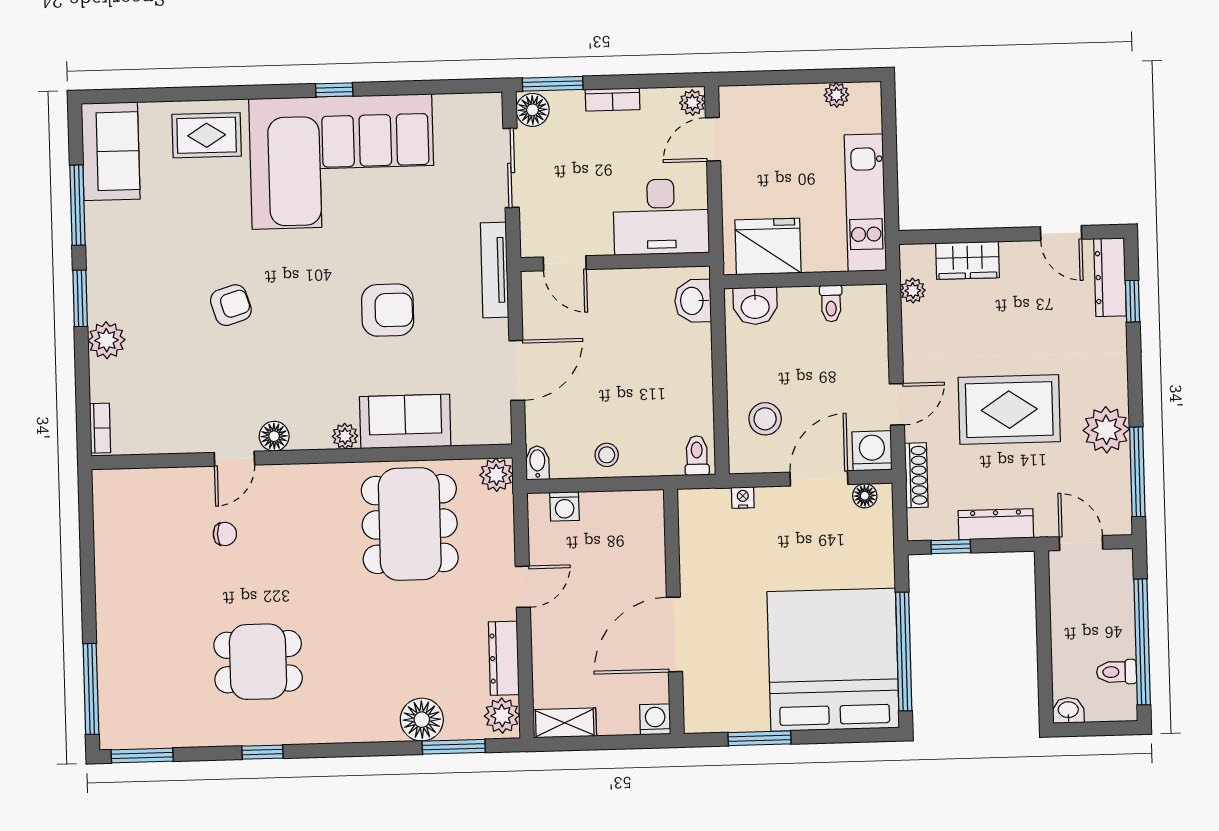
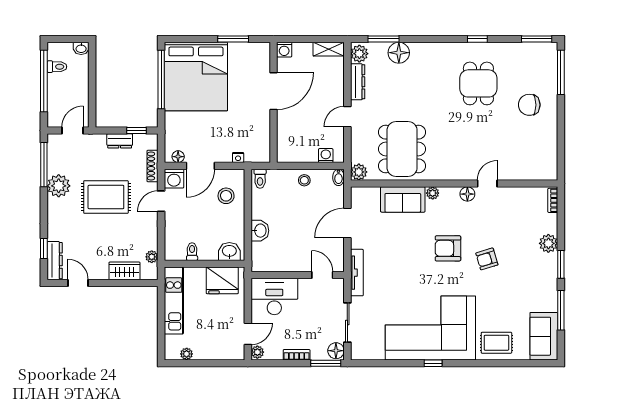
washbasin: (693, 301) -> (260, 231), moved
armchair: (388, 310) -> (448, 248), moved
dresser: (996, 524) -> (120, 141), width x0.70
chair: (225, 534) -> (529, 105), moved, width x1.87, depth x1.87
door: (1081, 543) -> (73, 130), swing flipped
dining table: (258, 662) -> (478, 83), turned 90

